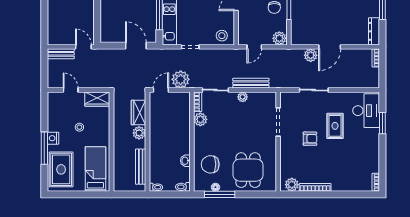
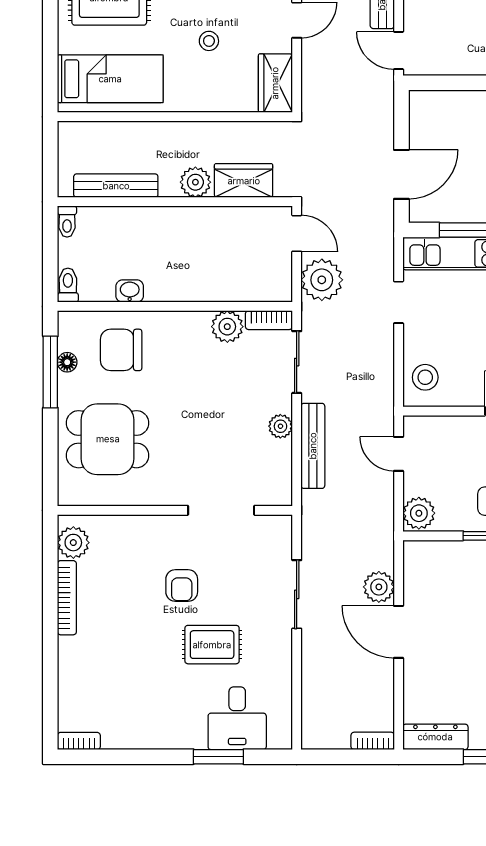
door: (83, 47) -> (399, 50), swing flipped
desk: (366, 111) -> (237, 718), width x0.73
chair: (210, 164) -> (121, 350), turned -90

